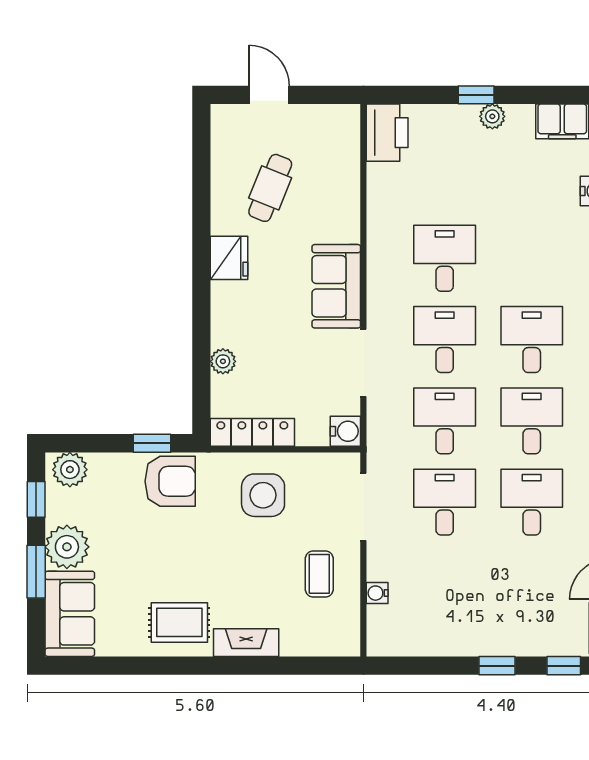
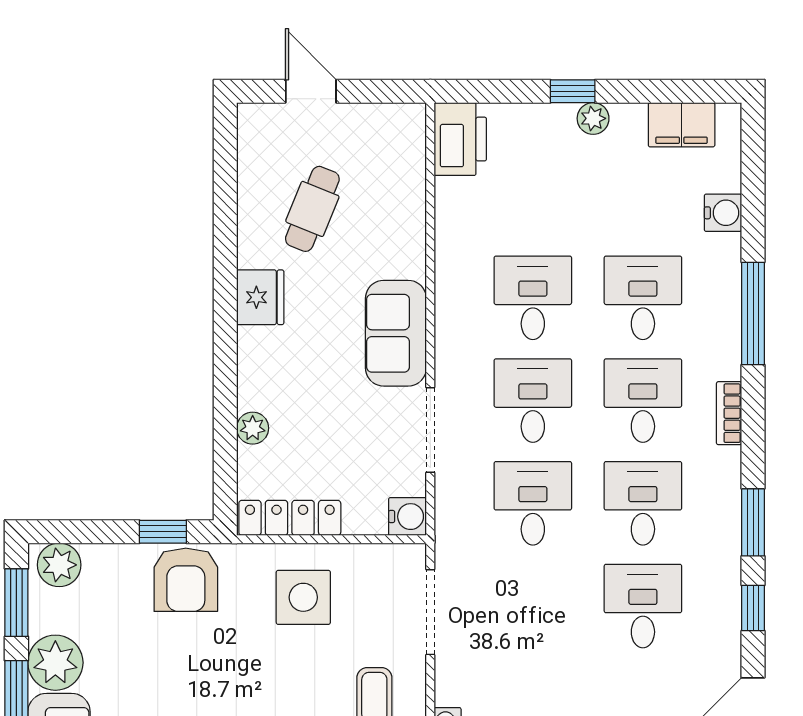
armchair: (170, 481) -> (186, 580), turned 90
window: (36, 499) -> (16, 603), width x1.50
desk: (445, 502) -> (643, 298), moved

